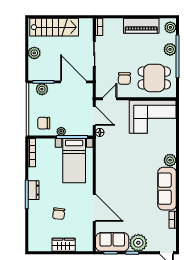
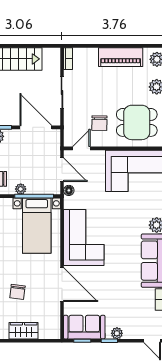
corner sofa: (112, 170) -> (84, 238), added
plant: (138, 243) -> (117, 333), width x0.53, depth x0.53

